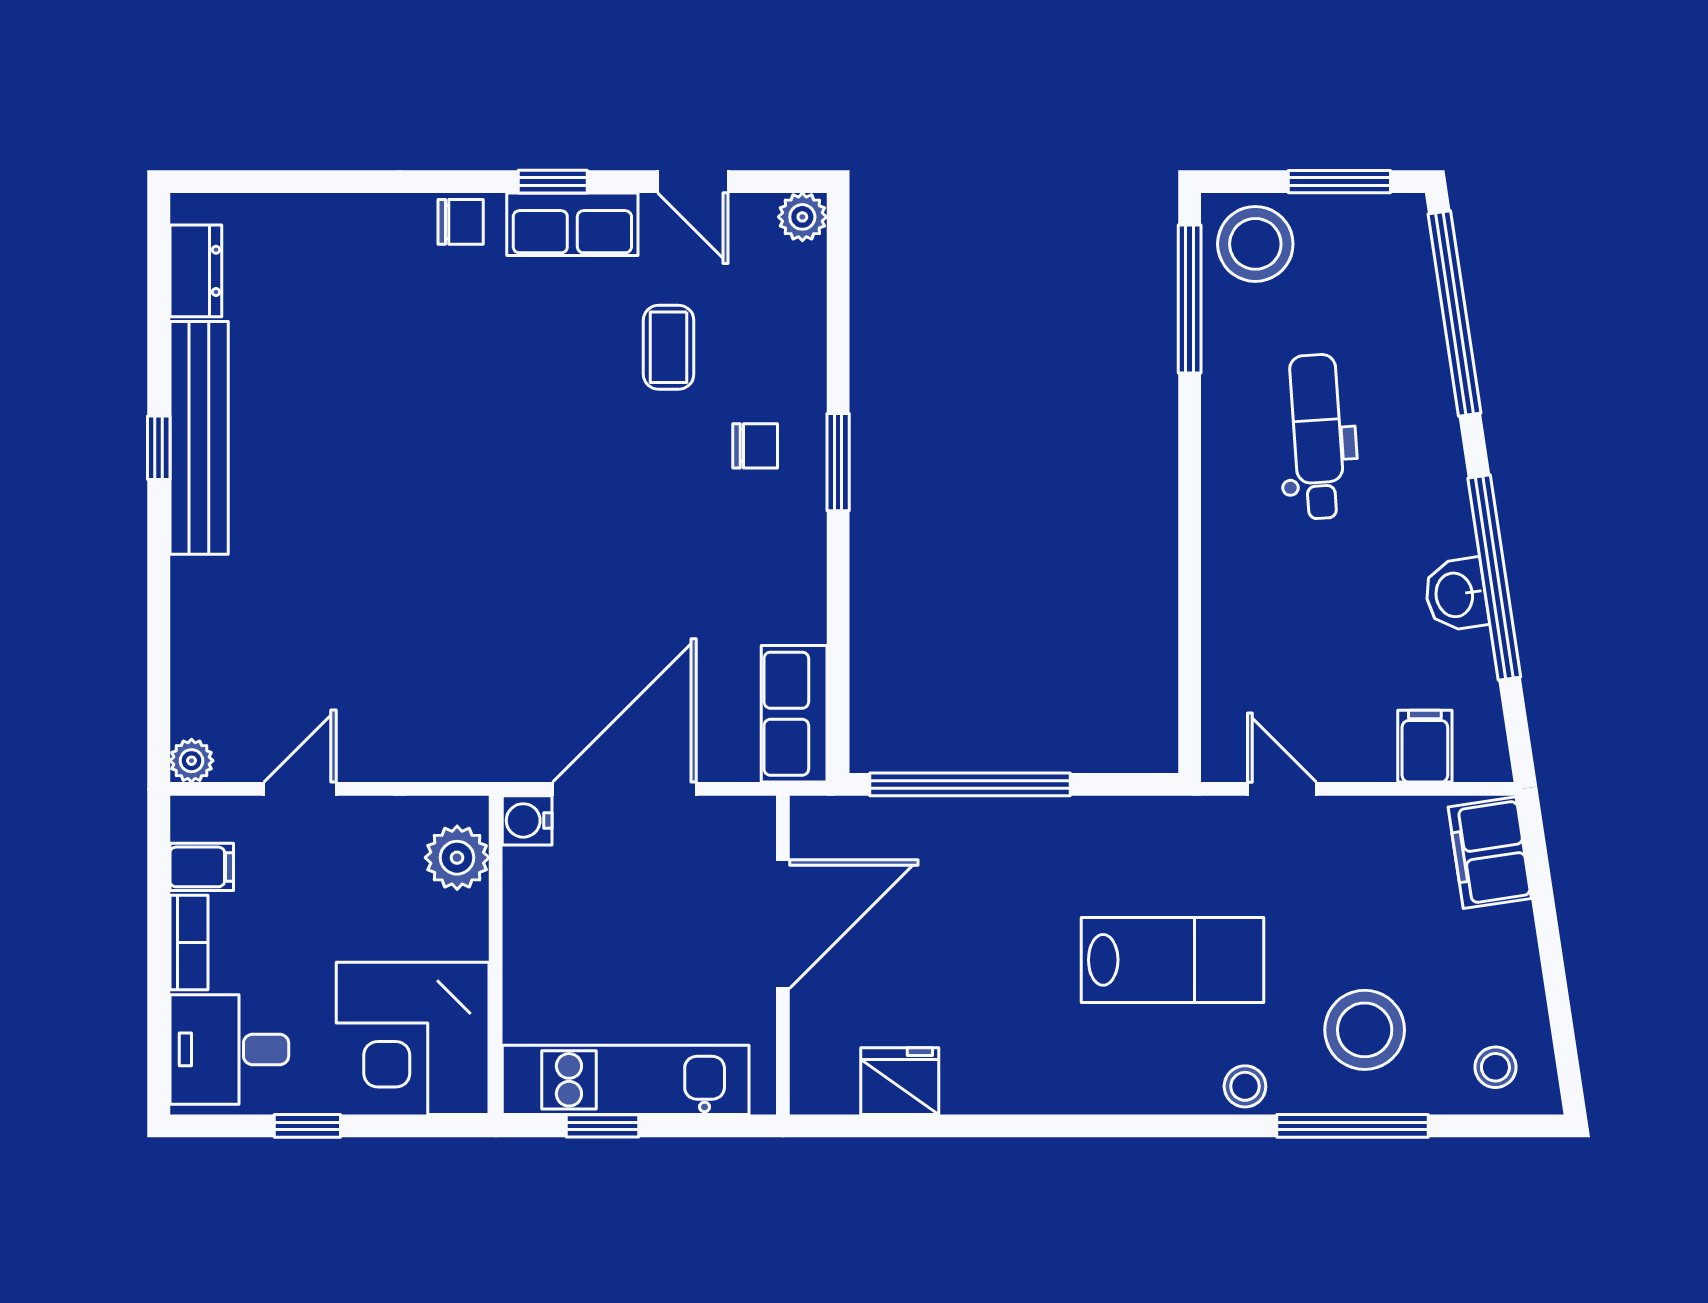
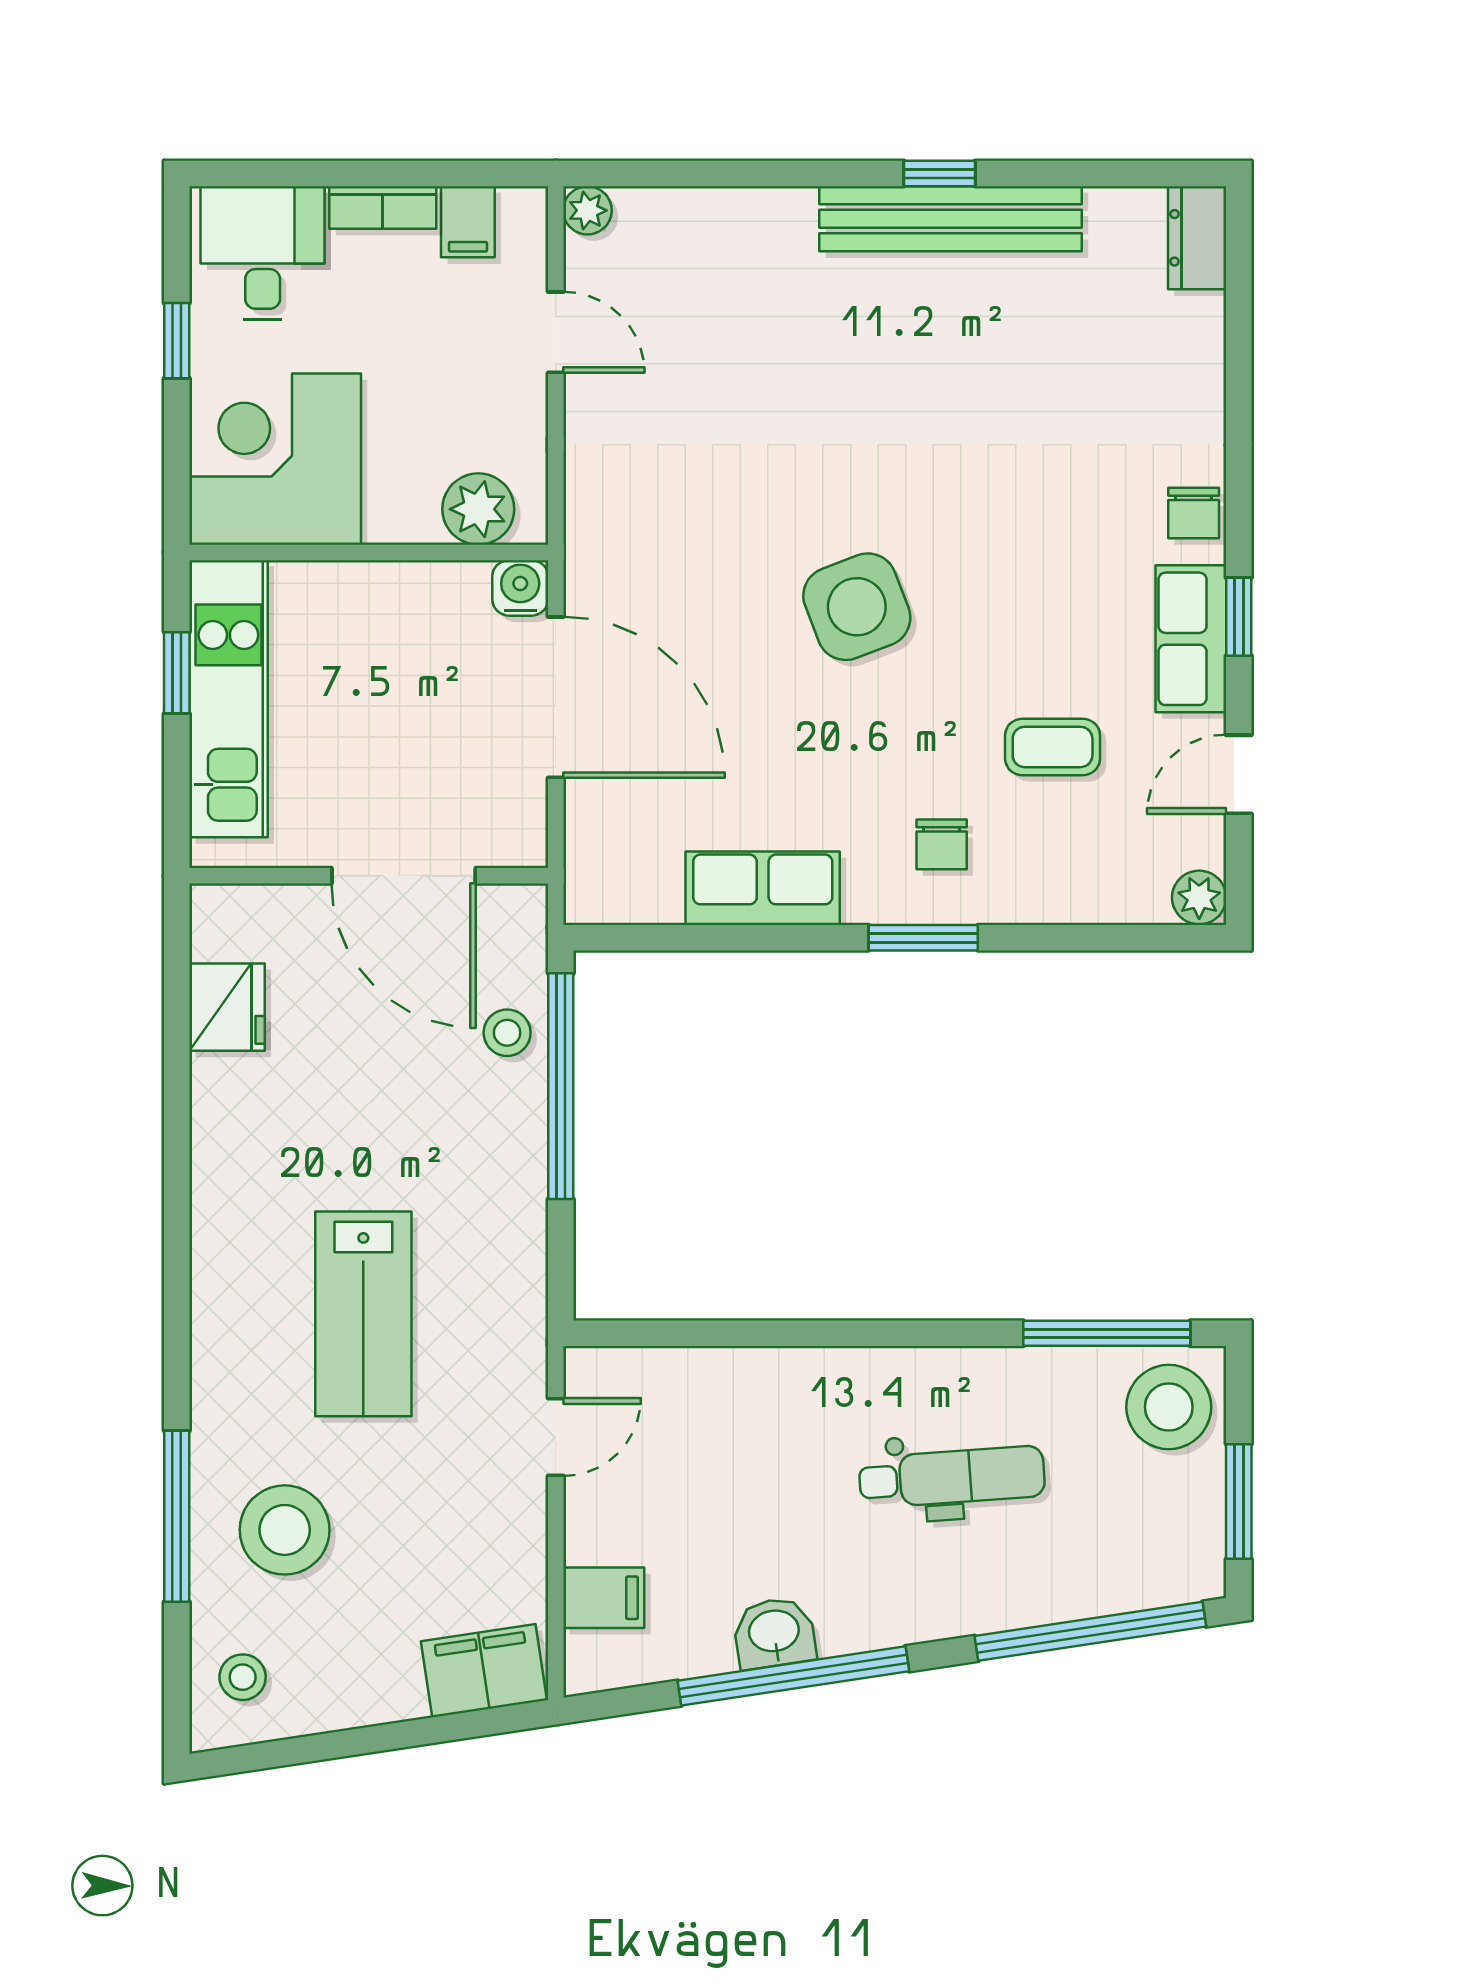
dresser: (196, 271) -> (1197, 238), moved, turned 90
side table: (544, 521) -> (857, 607), added
row of seats: (794, 714) -> (763, 888), moved
stool: (1245, 1086) -> (507, 1033), moved

